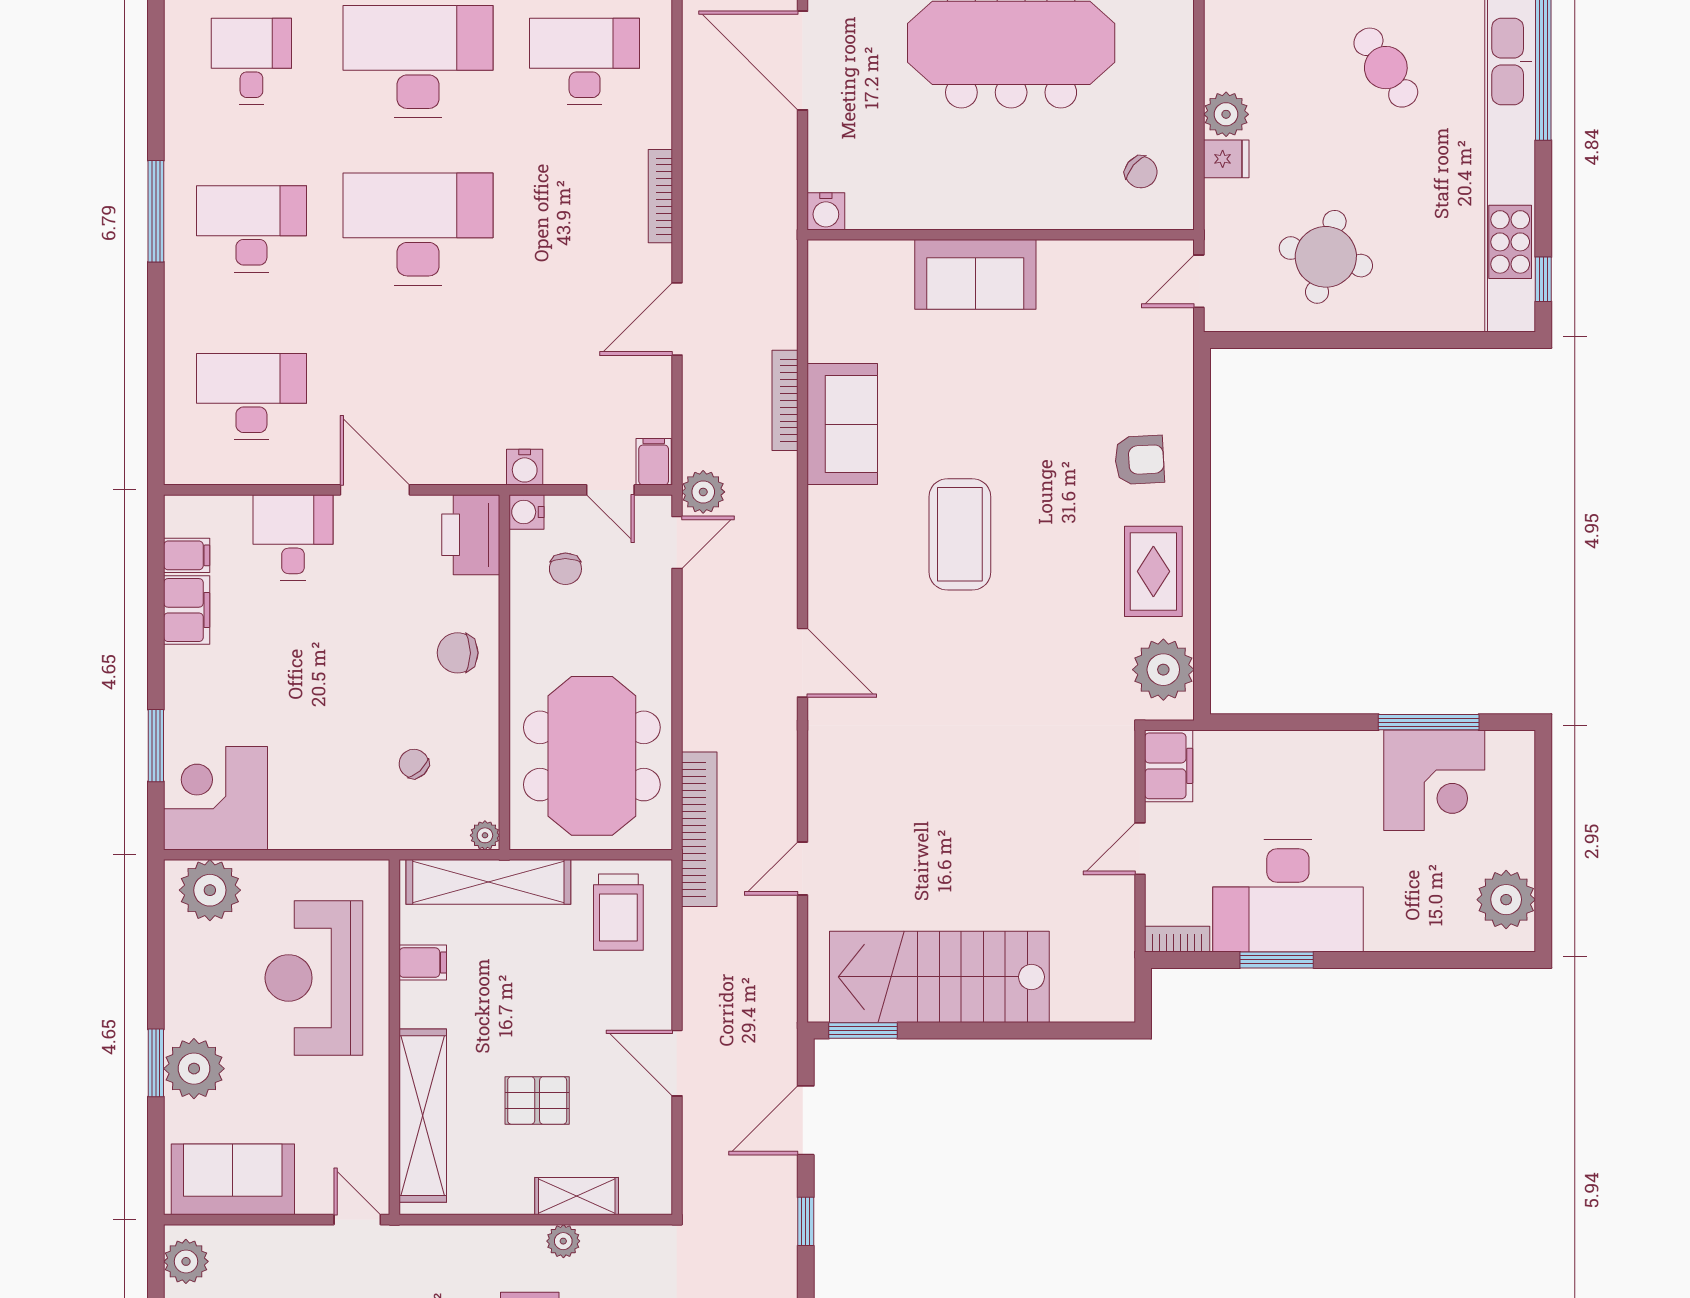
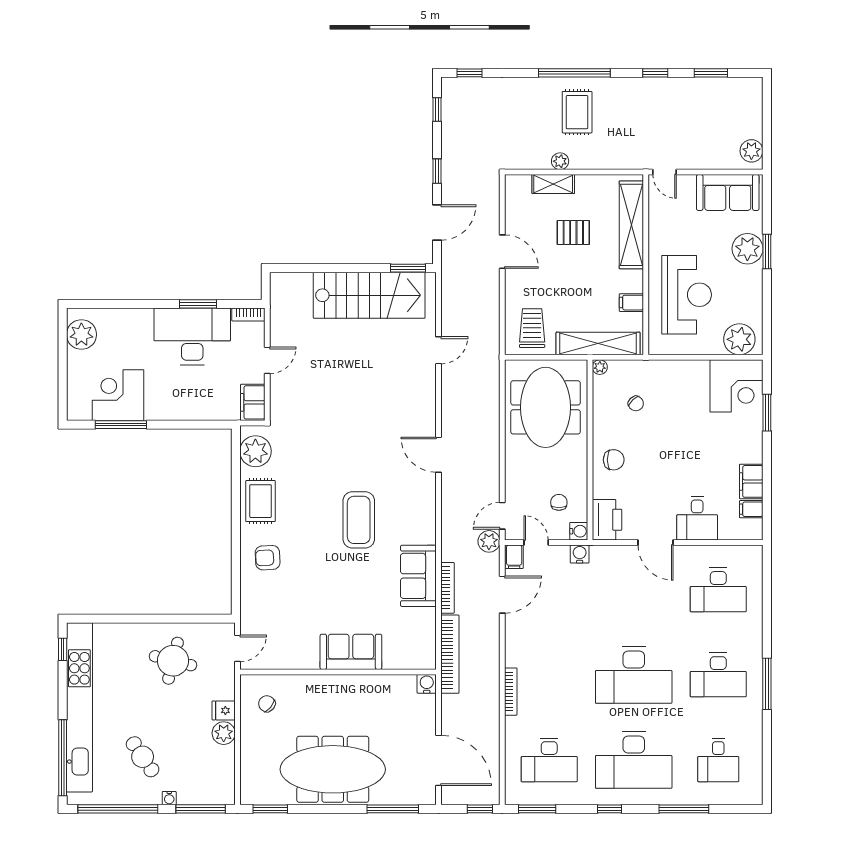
door: (677, 319) -> (502, 595), moved
bookcase: (699, 829) -> (450, 654), moved, turned 180

